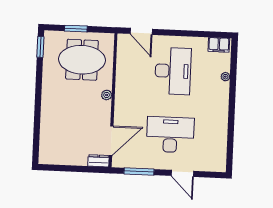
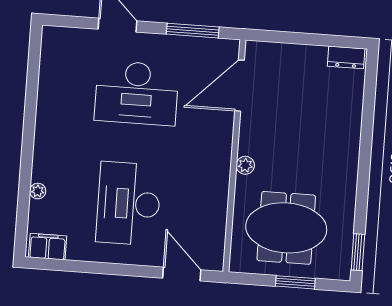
dresser: (98, 161) -> (346, 57), moved

